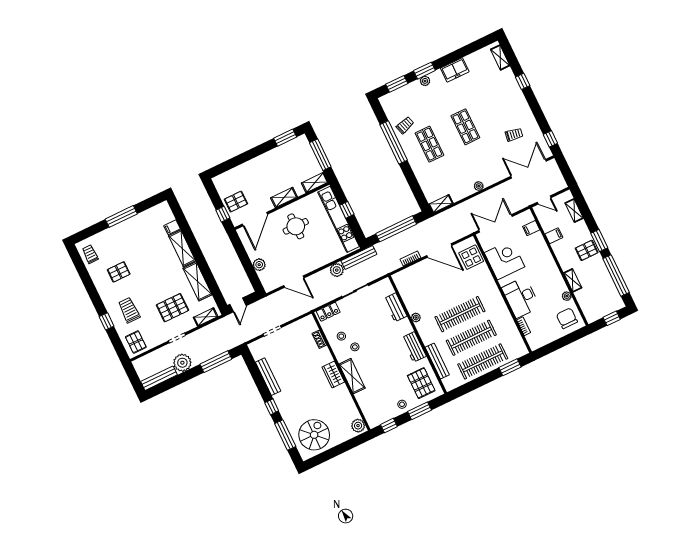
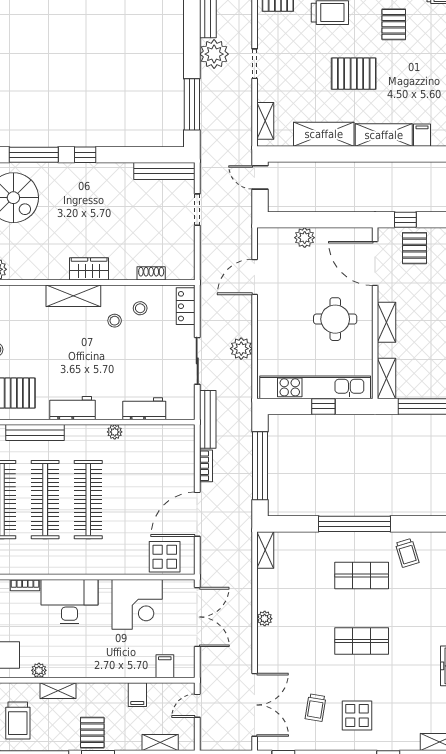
display table: (507, 110) -> (357, 716), added
window: (394, 142) -> (355, 524), moved
bench: (359, 257) -> (208, 419), moved
trolley: (600, 294) -> (18, 721), added
pallet: (172, 308) -> (354, 74), moved, turned 90
bench: (268, 377) -> (164, 171), moved

